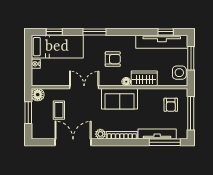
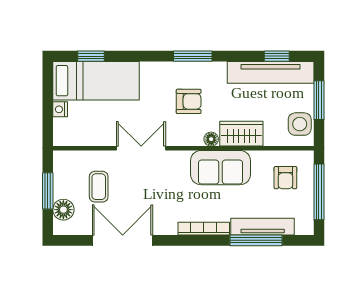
window: (95, 32) -> (193, 56), moved
floor lamp: (38, 95) -> (63, 210), moved
sofa: (120, 99) -> (221, 168), moved
plant: (100, 134) -> (168, 227), removed
window: (165, 142) -> (256, 240), moved

